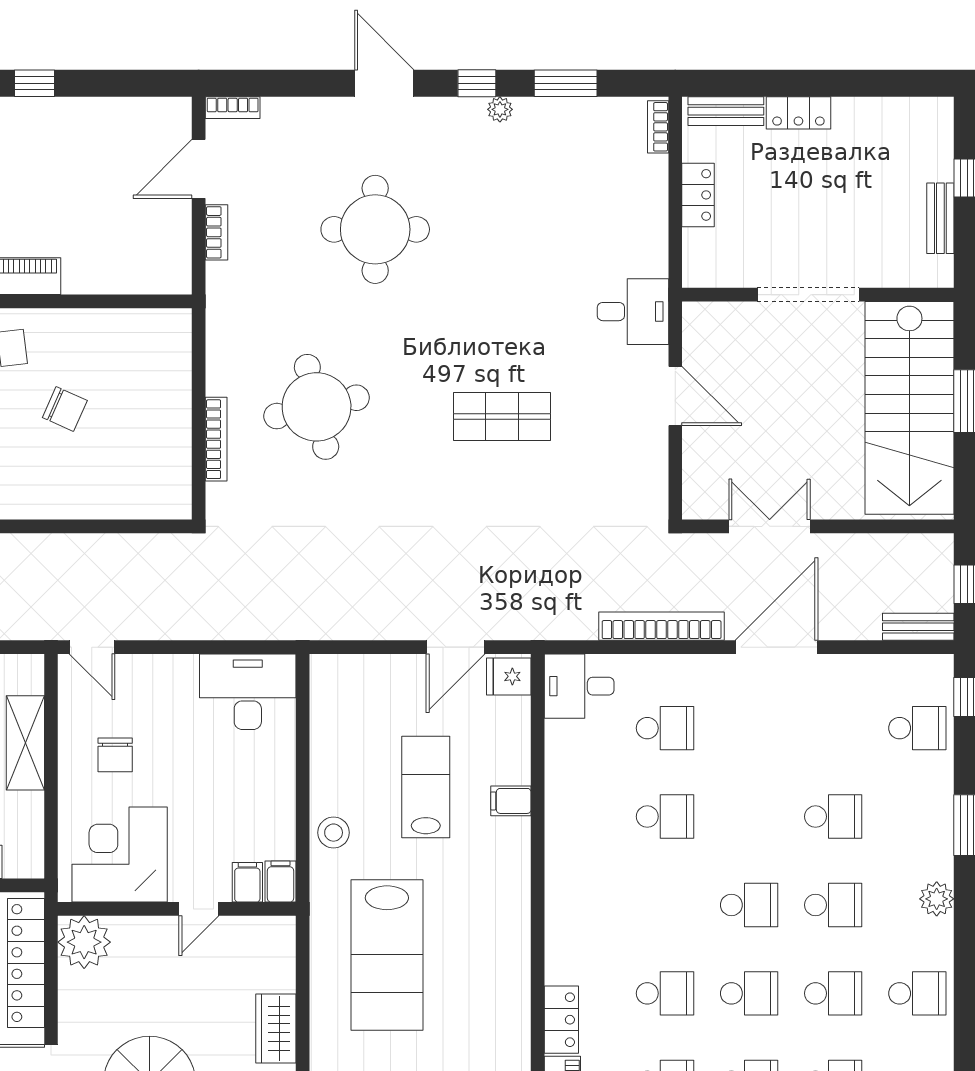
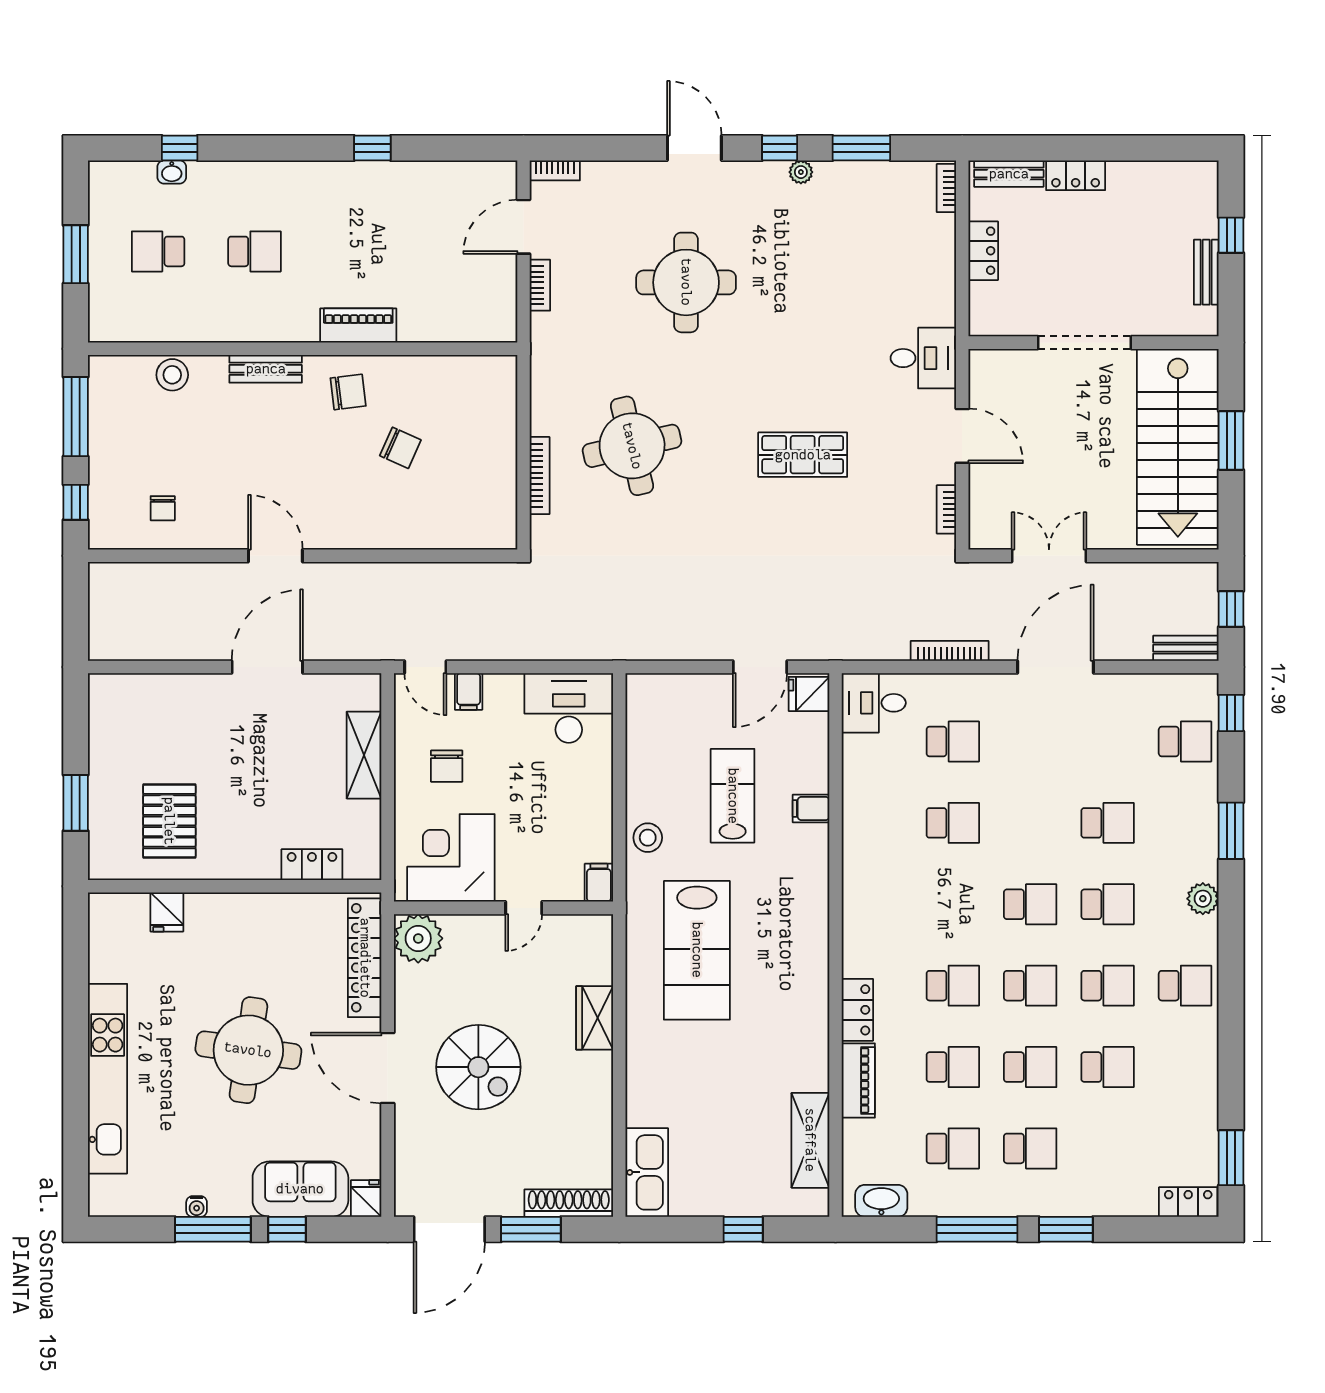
bookcase: (658, 476) -> (946, 509), added
bookcase: (662, 626) -> (950, 651), width x0.68, depth x0.76
filing cabinet: (247, 882) -> (469, 691), moved, turned 180

